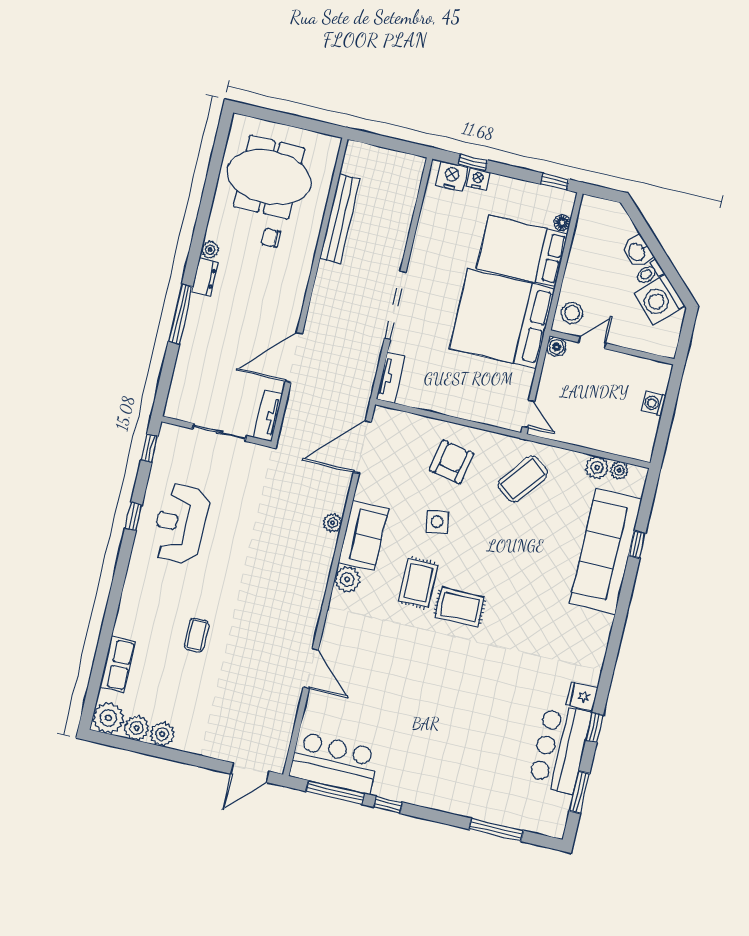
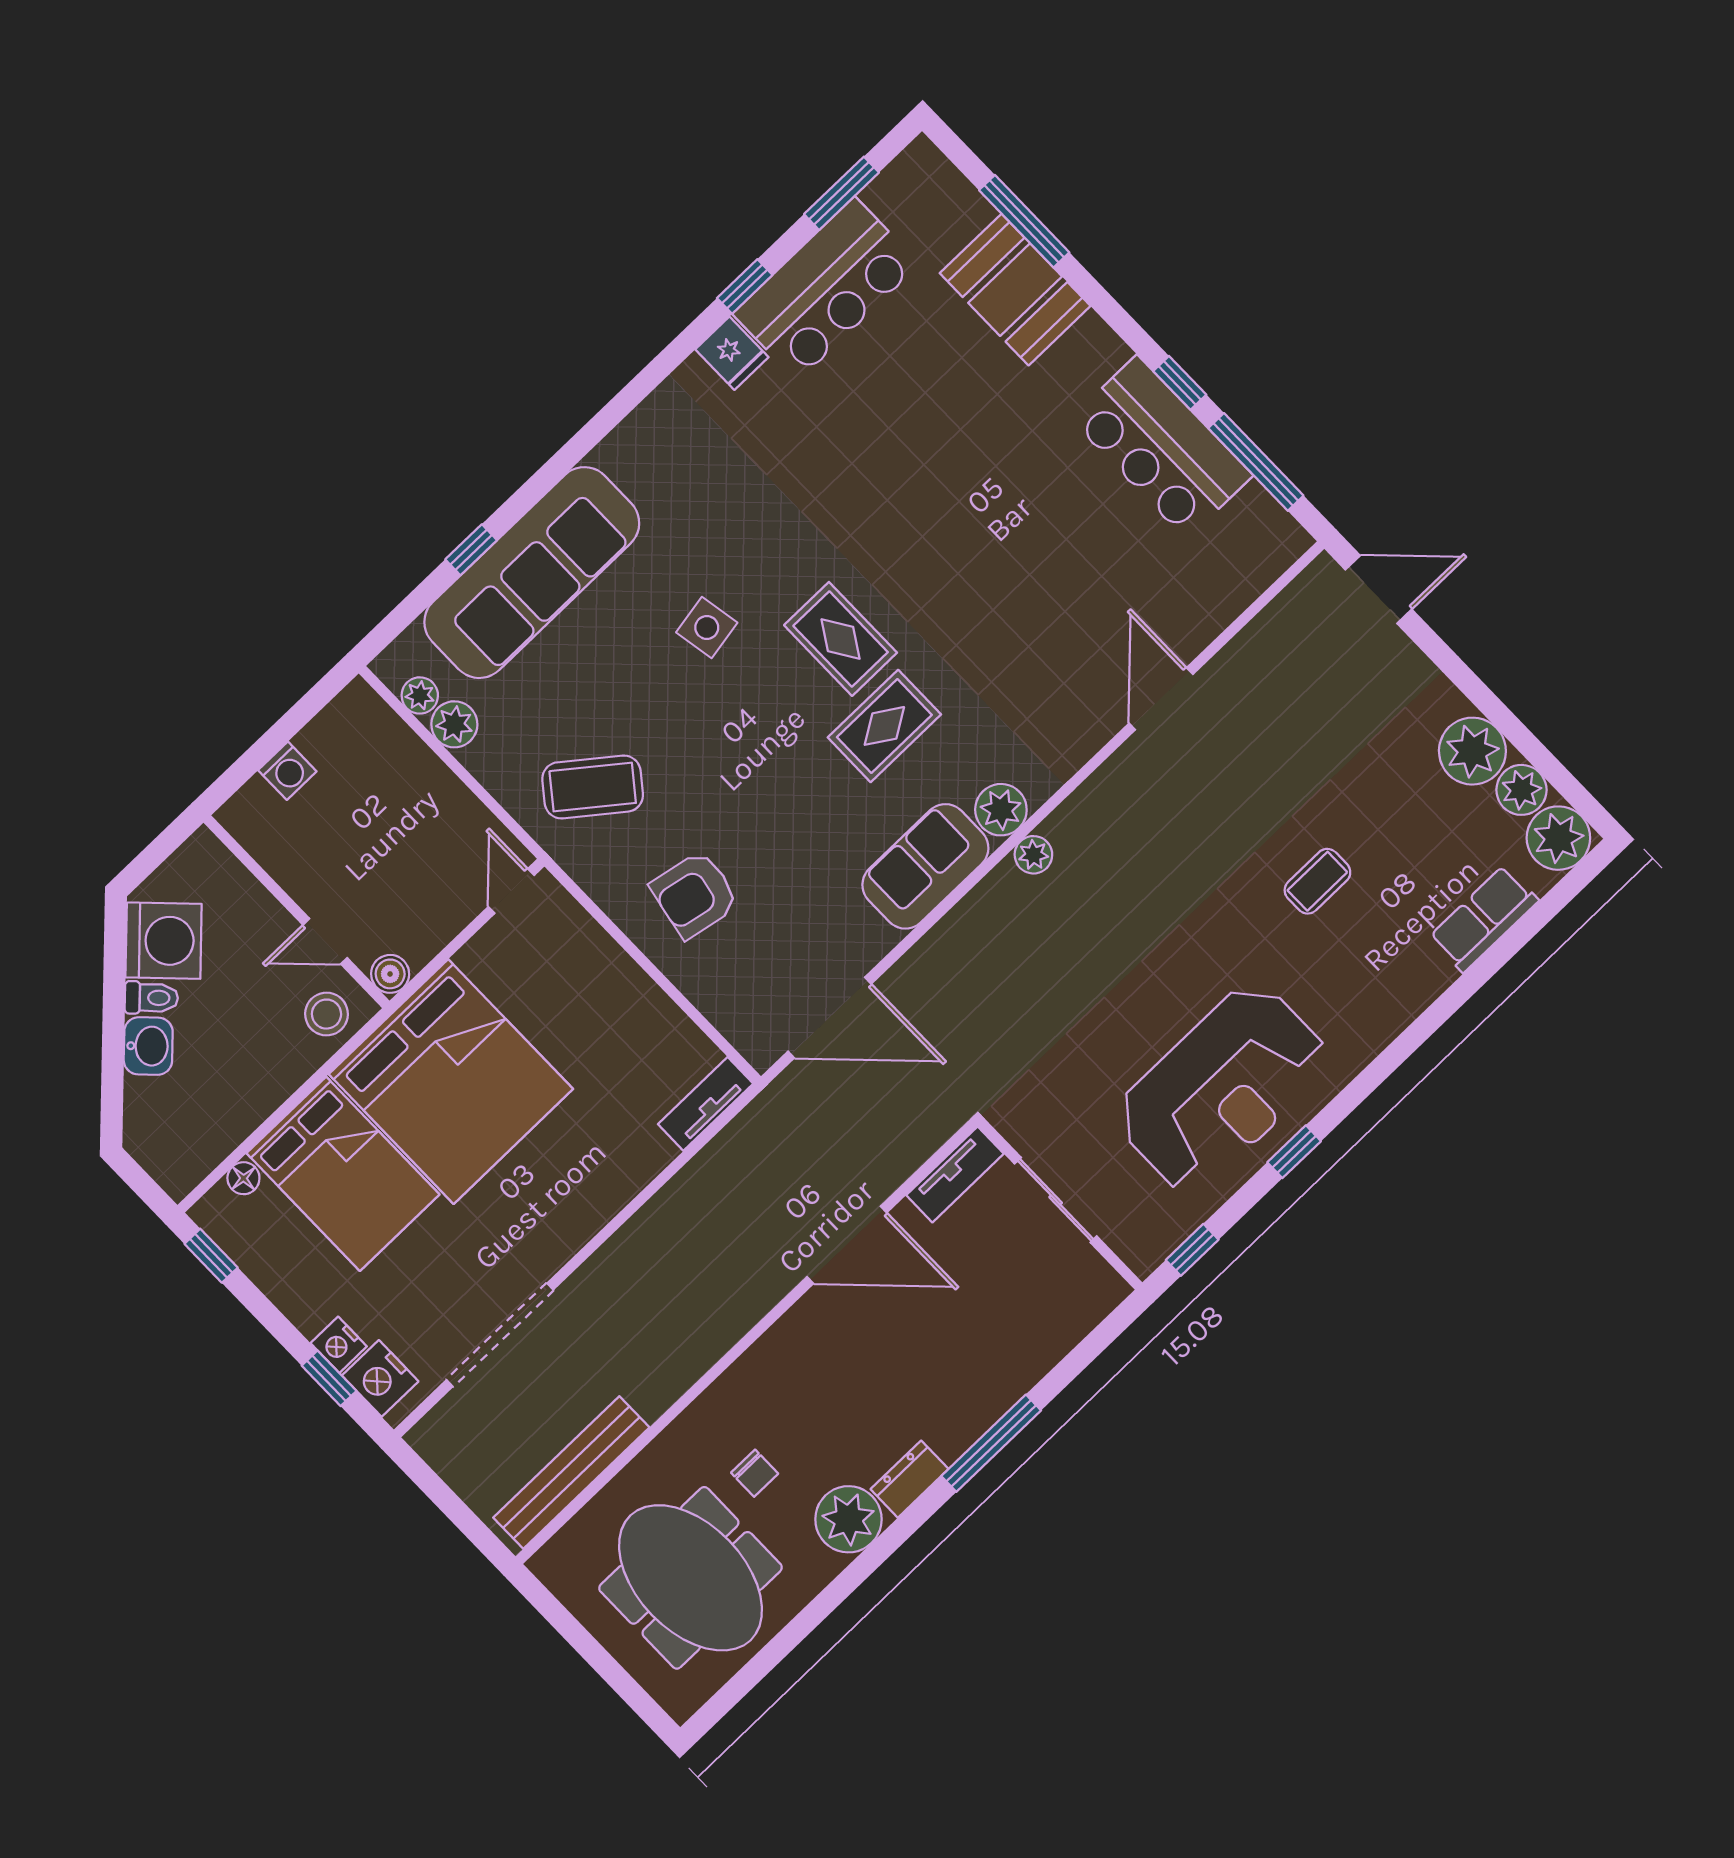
bench: (340, 218) -> (571, 1472), moved
plant: (210, 250) -> (848, 1519), width x1.88, depth x1.88
doorway: (395, 305) -> (500, 1335), moved
side table: (437, 522) -> (707, 627), moved
plant: (333, 523) -> (1033, 855), moved
reception desk: (181, 524) -> (1222, 1088), width x1.36, depth x1.30
plant: (162, 734) -> (1472, 751), width x1.36, depth x1.36
bar counter: (334, 763) -> (1162, 447), moved
booth: (482, 799) -> (1015, 290), added

